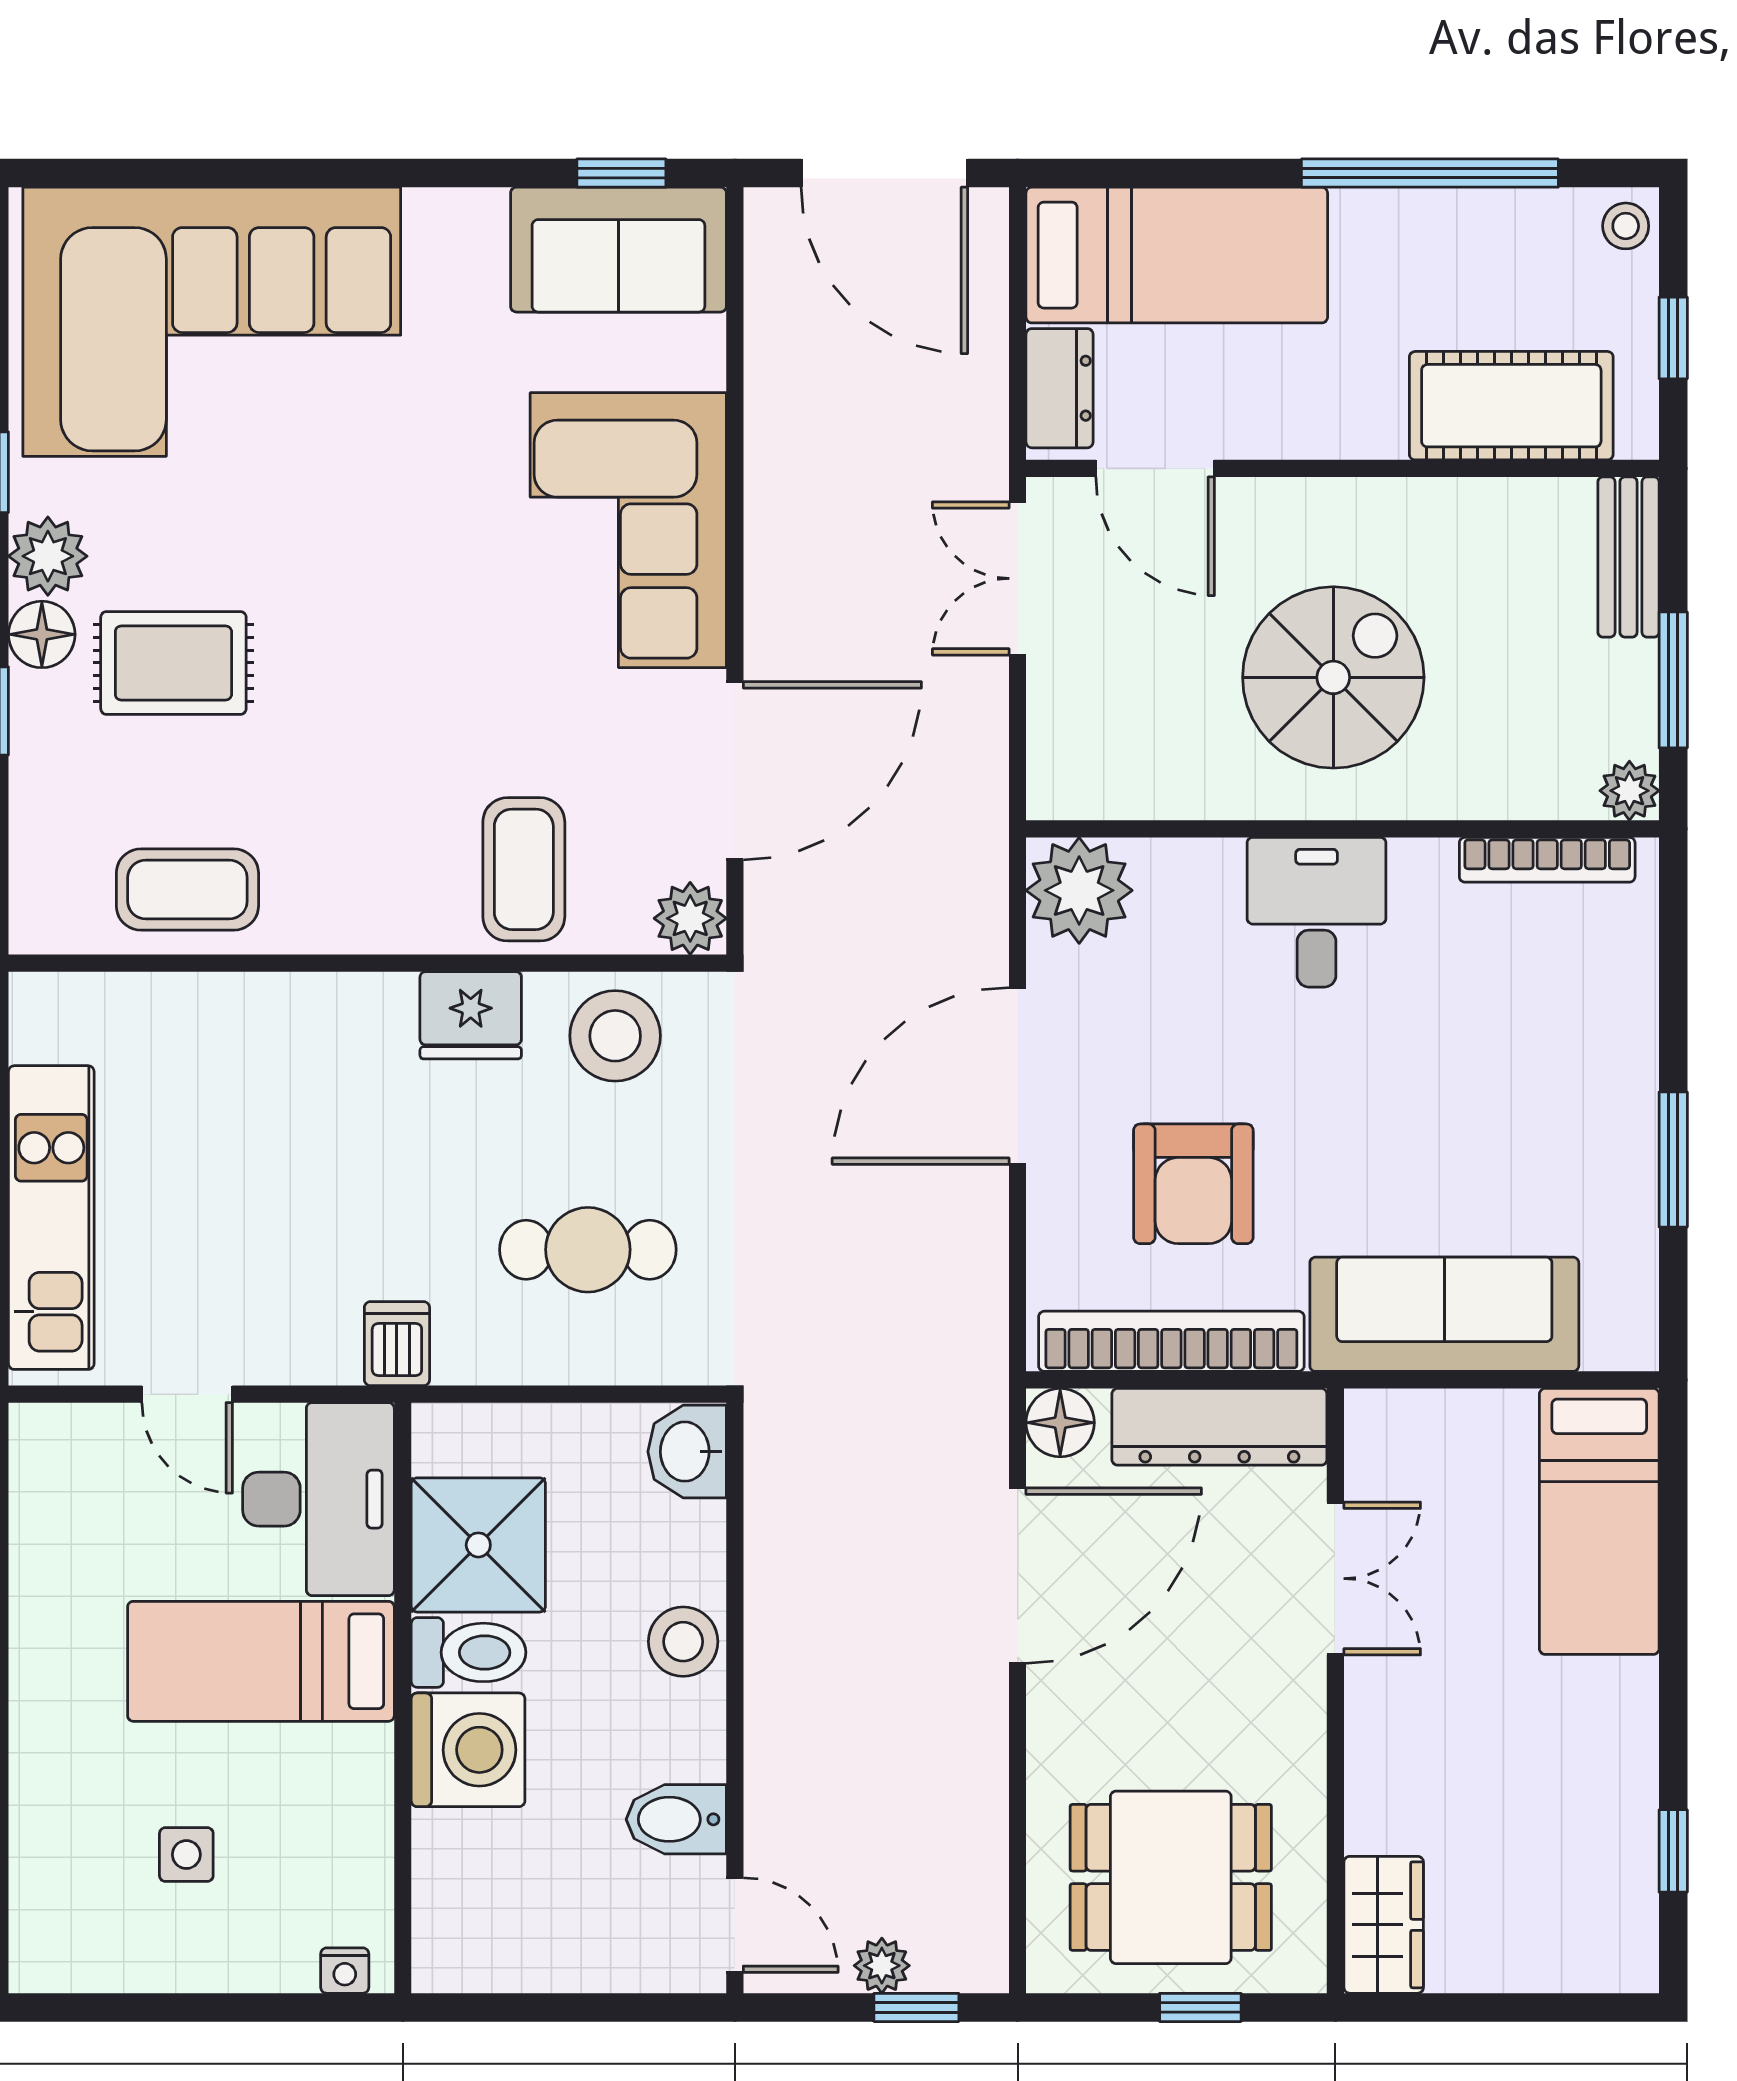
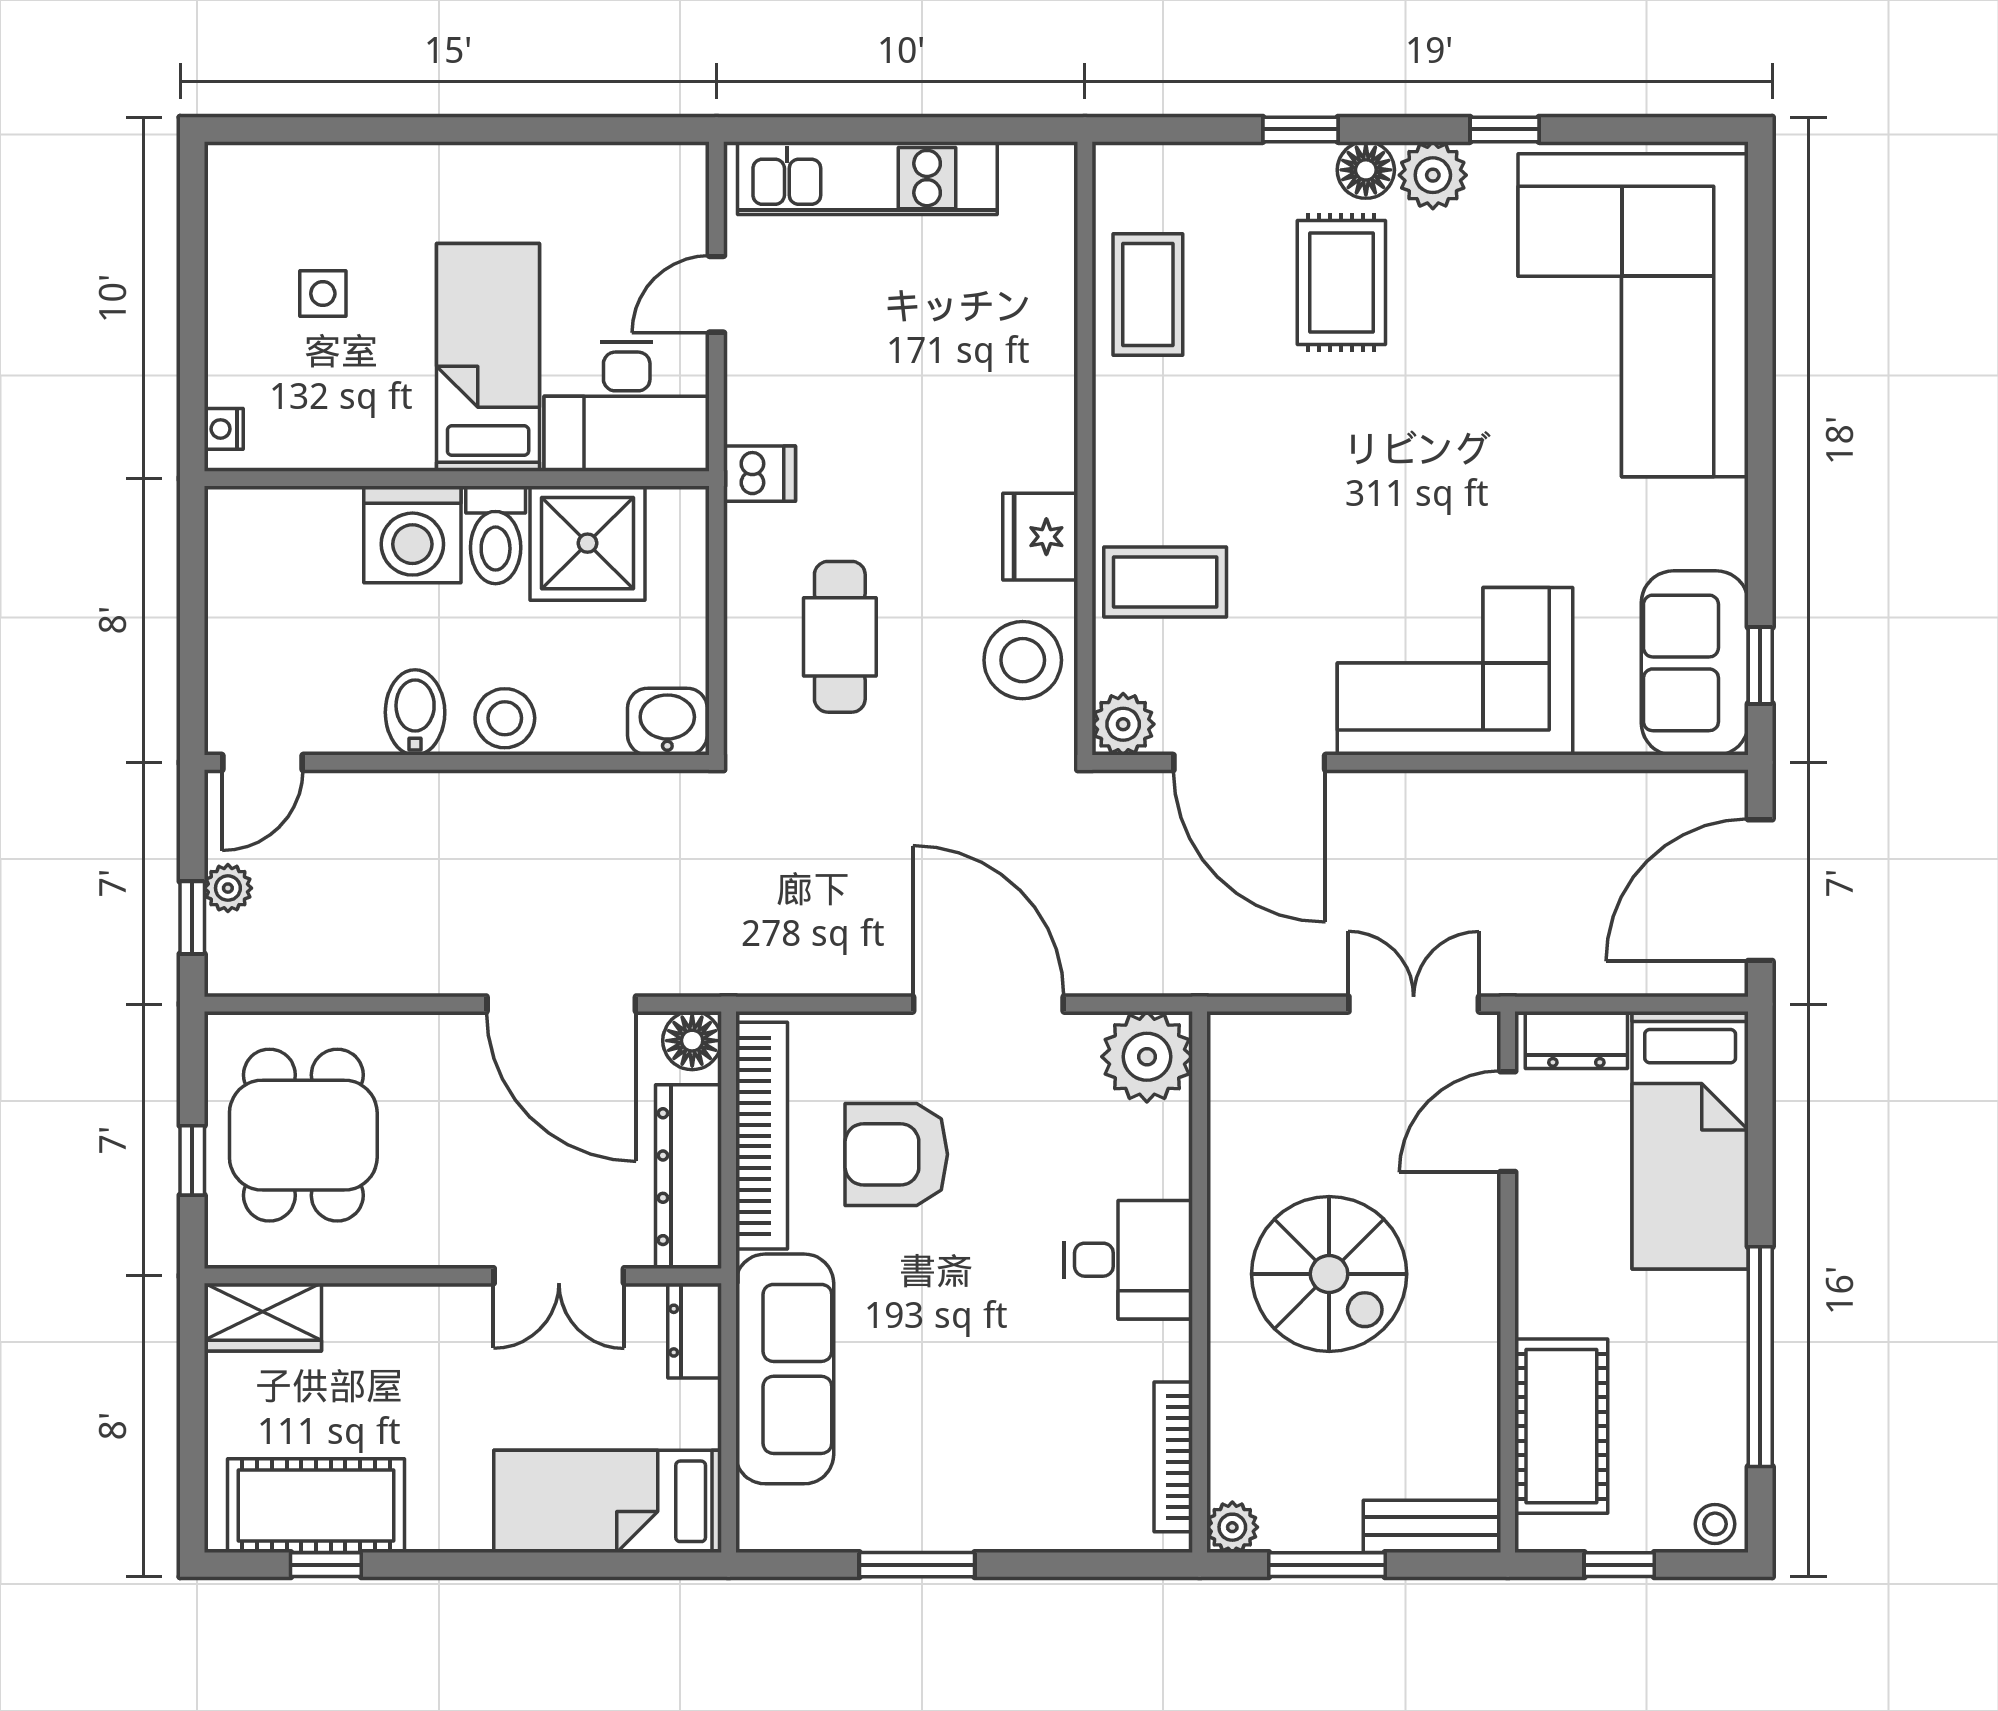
dresser: (1400, 1420) -> (695, 1331), added
bidet: (676, 1819) -> (415, 712), moved
cot: (1604, 1863) -> (316, 1506), added

